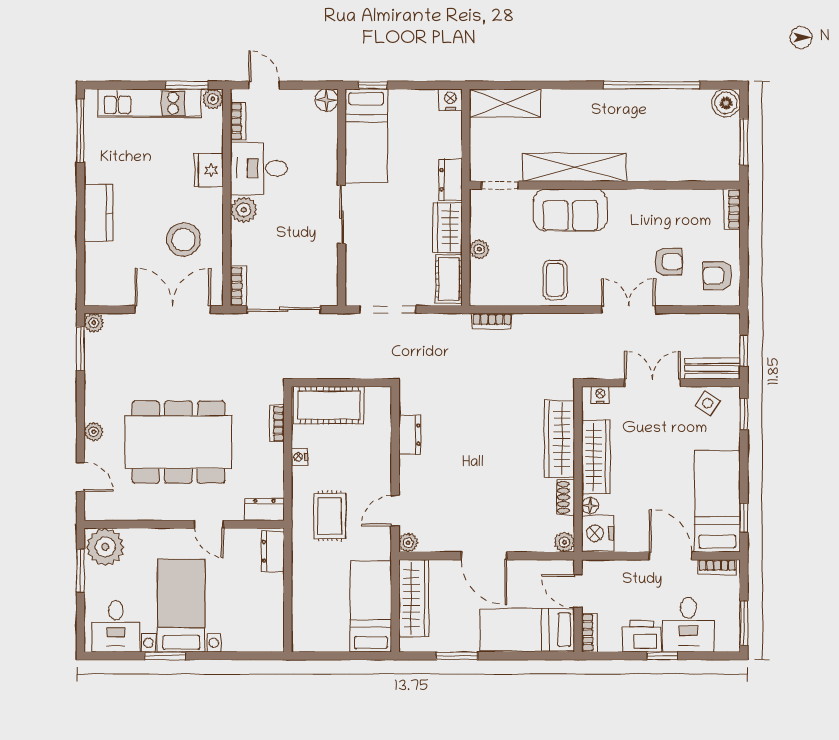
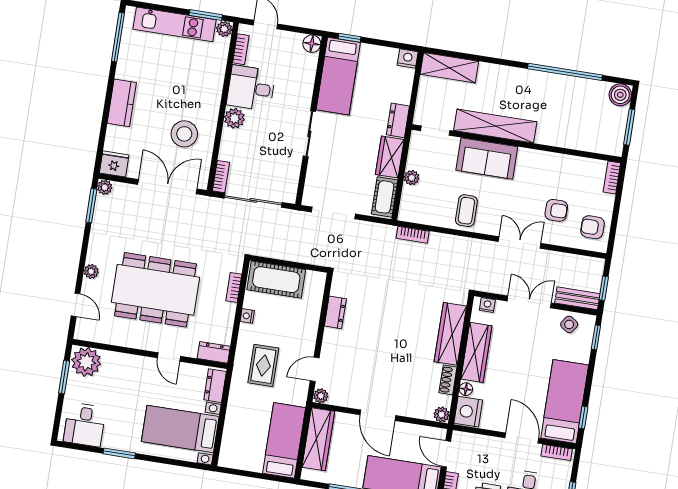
fridge: (209, 170) -> (114, 164), moved, turned 90
bed with nightstands: (181, 606) -> (180, 429), moved, turned -90

